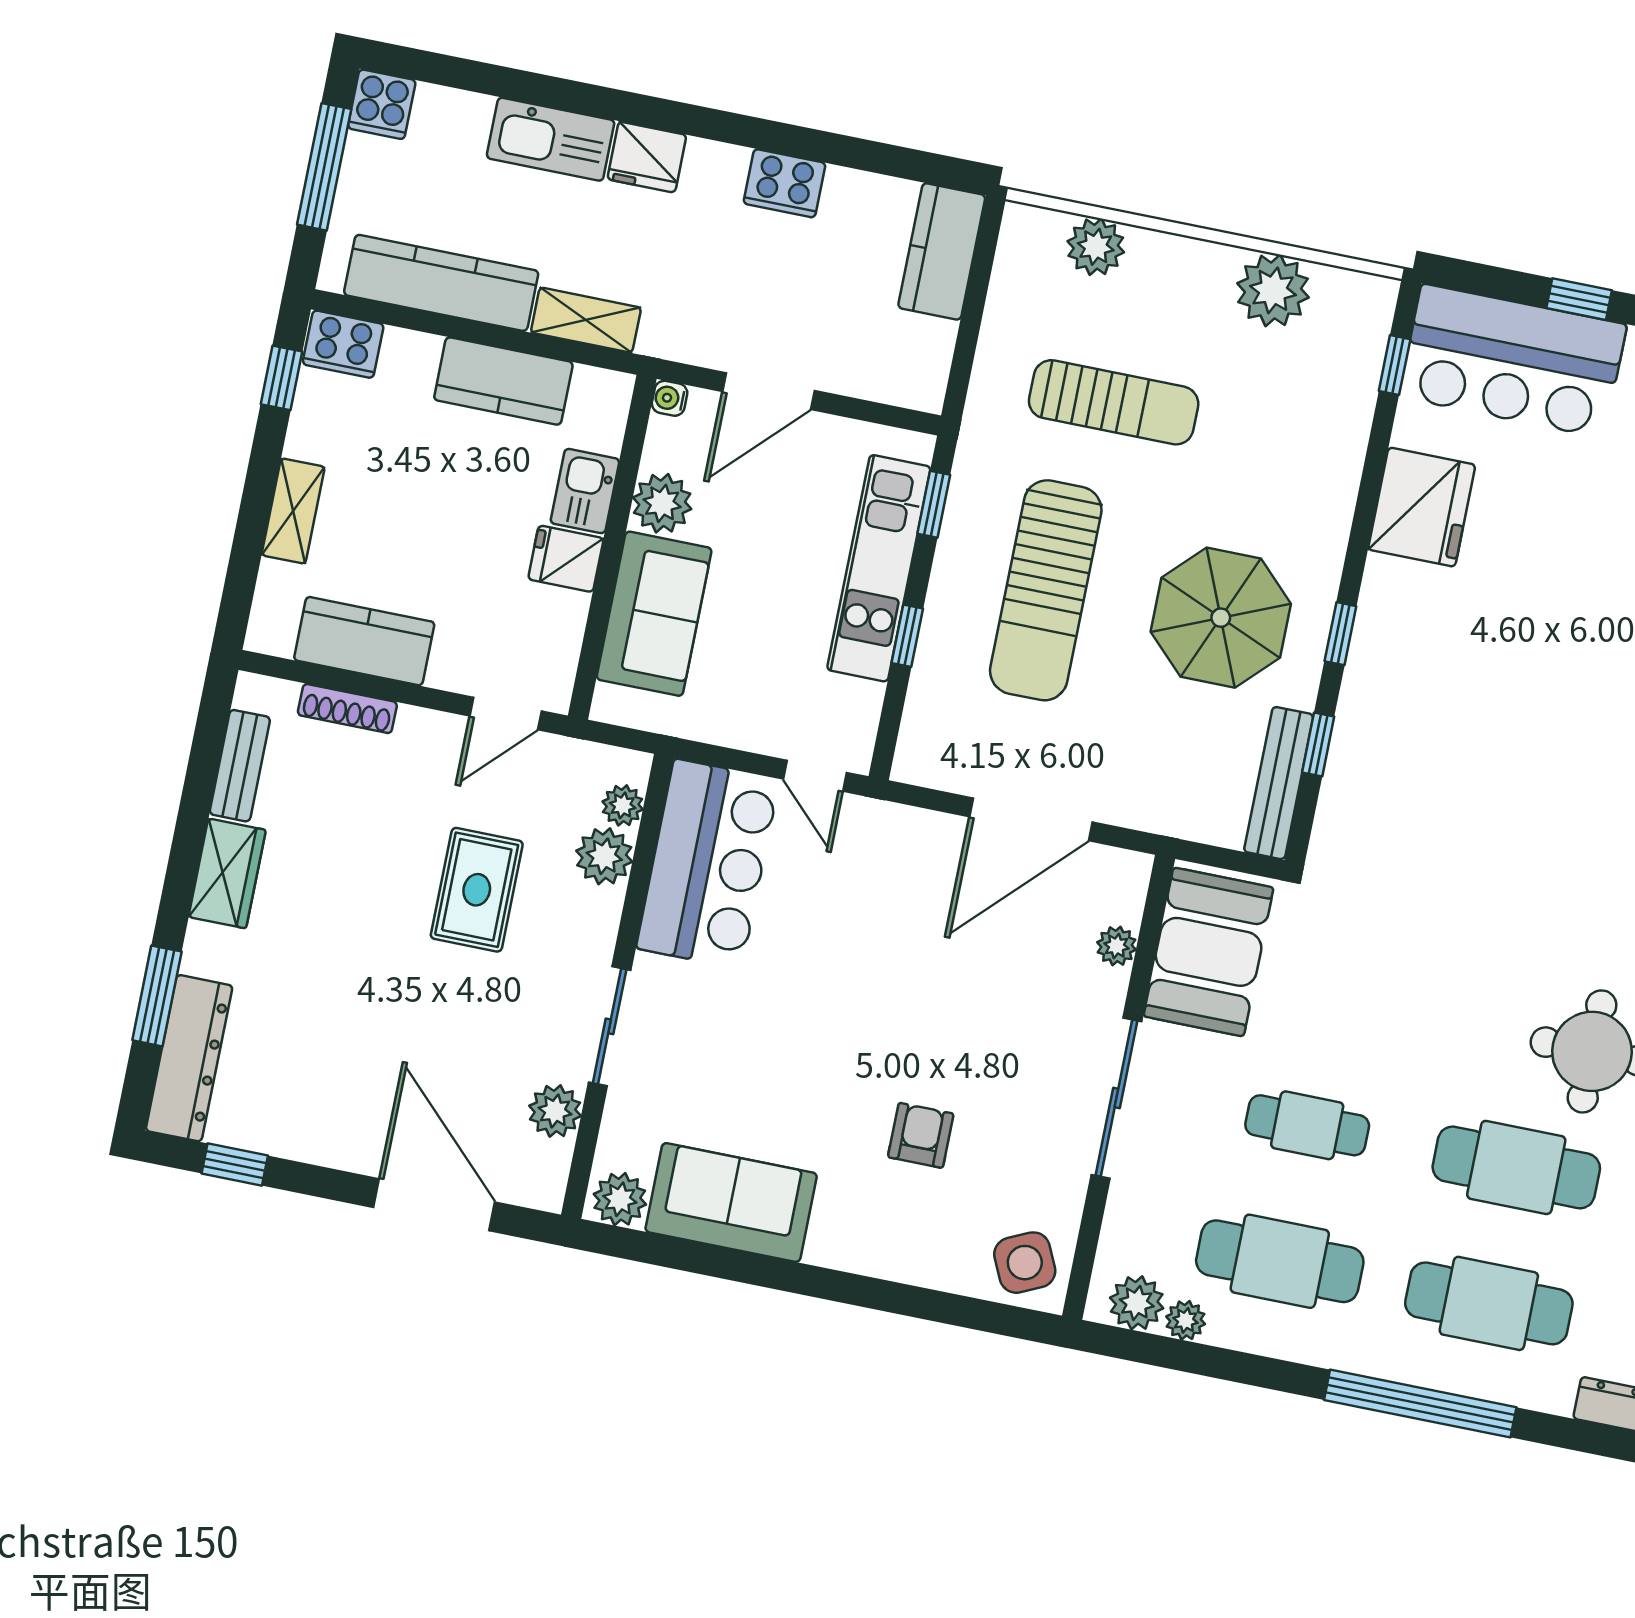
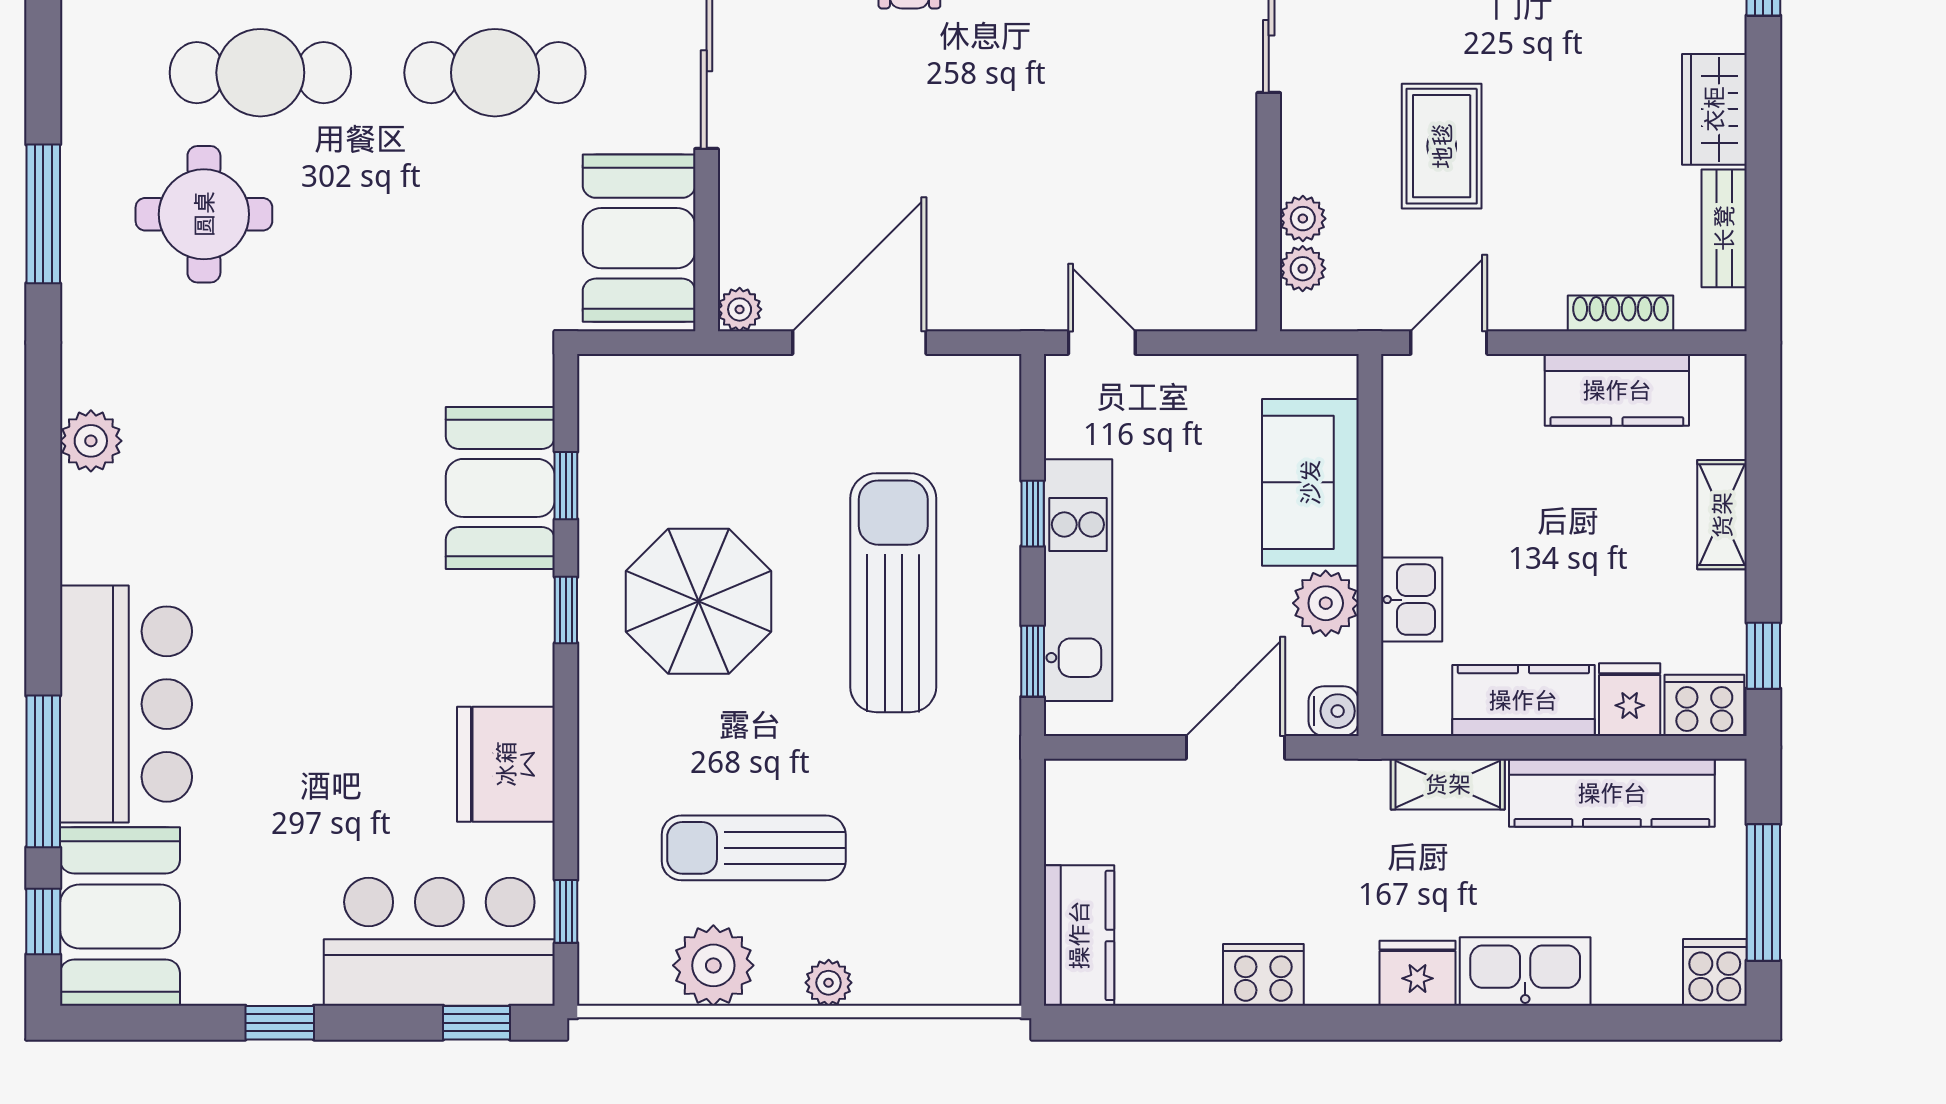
plant: (1096, 247) -> (829, 983), moved, width x0.73, depth x0.73
window: (1579, 299) -> (476, 1023), moved
water cooler: (670, 398) -> (1334, 711), width x1.38, depth x1.38
sun lounger: (1114, 402) -> (754, 848), moved
fridge: (566, 559) -> (1630, 700), moved, turned -90
booth: (1377, 754) -> (500, 488), added
bench: (1279, 783) -> (600, 435), removed
plant: (604, 856) -> (1303, 219), width x0.73, depth x0.73
bar counter: (708, 864) -> (1198, 224), removed
plant: (1116, 946) -> (740, 309), moved
cafe table: (1307, 1125) -> (495, 73), width x1.37, depth x1.35

